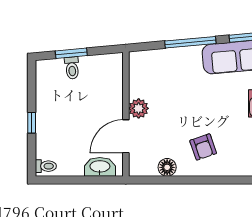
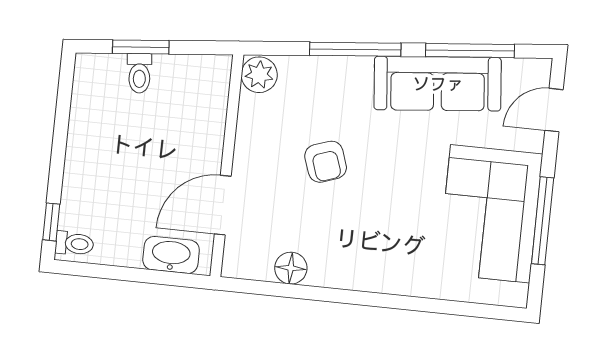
plant: (139, 108) -> (259, 75), moved
window: (32, 123) -> (51, 222), moved
armchair: (203, 147) -> (326, 162), moved

